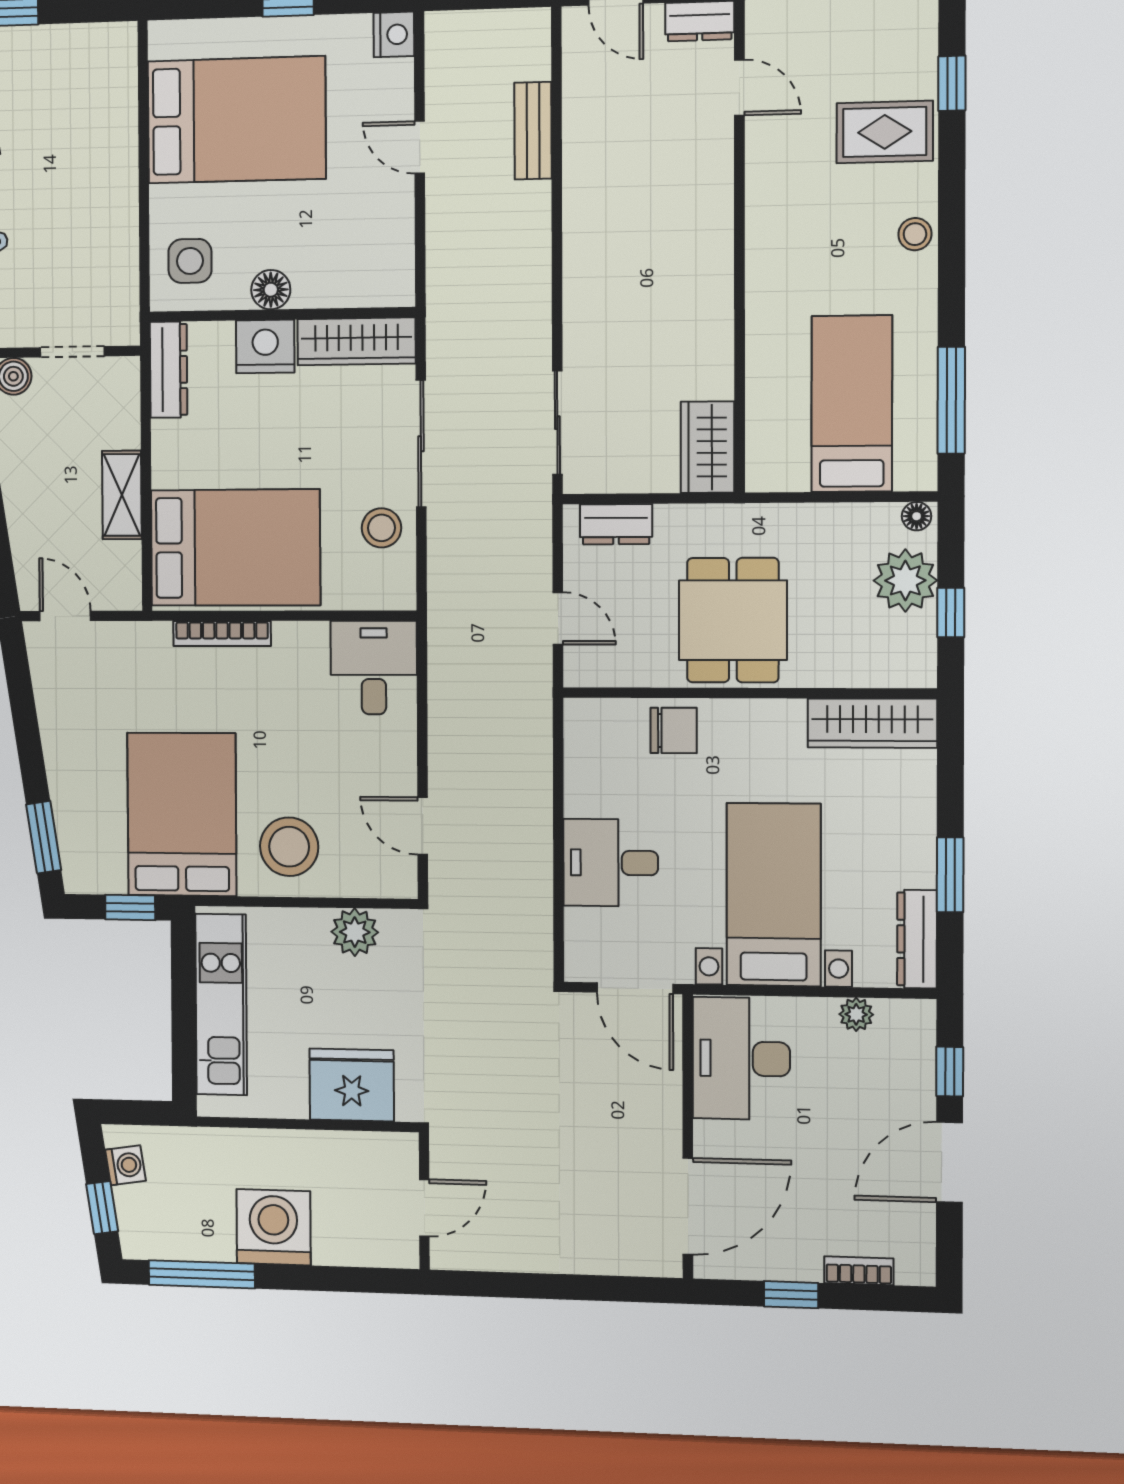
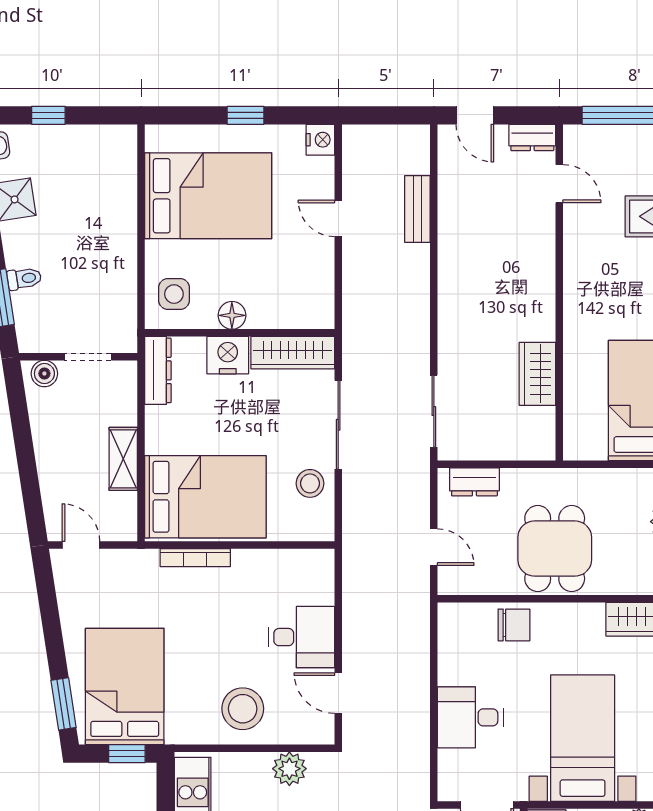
wardrobe: (708, 447) -> (537, 374), moved
desk: (374, 668) -> (302, 637), moved, turned 90
bed: (182, 814) -> (125, 686), moved

